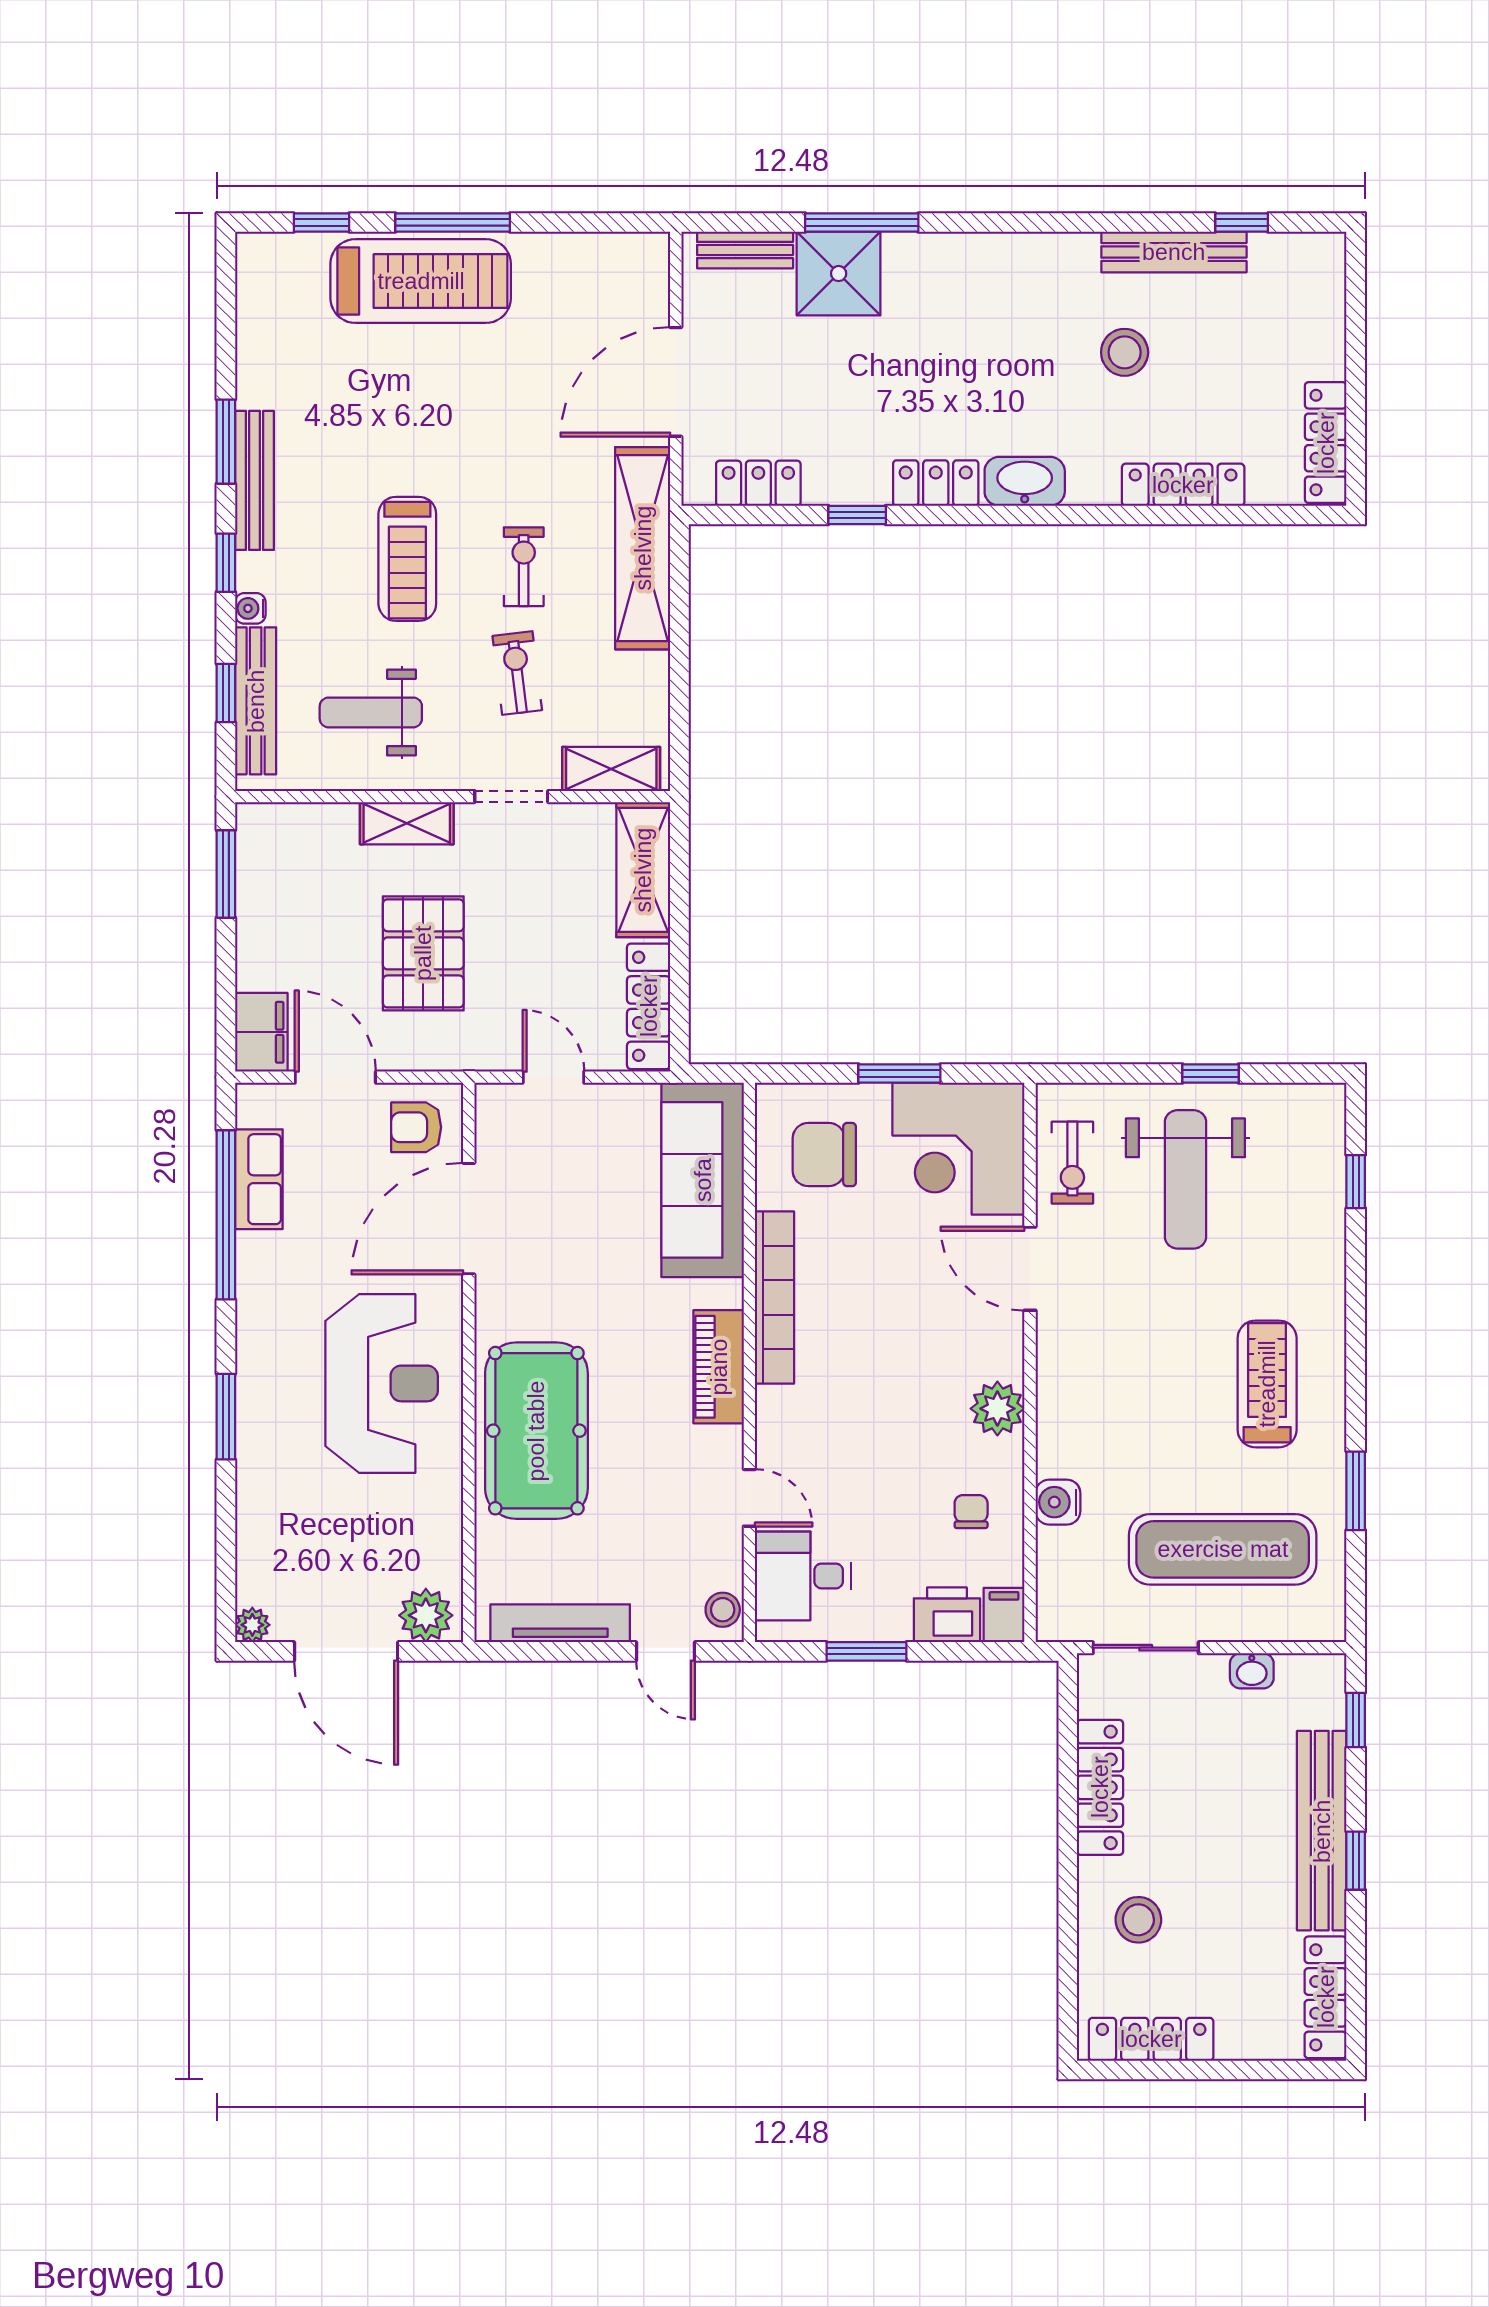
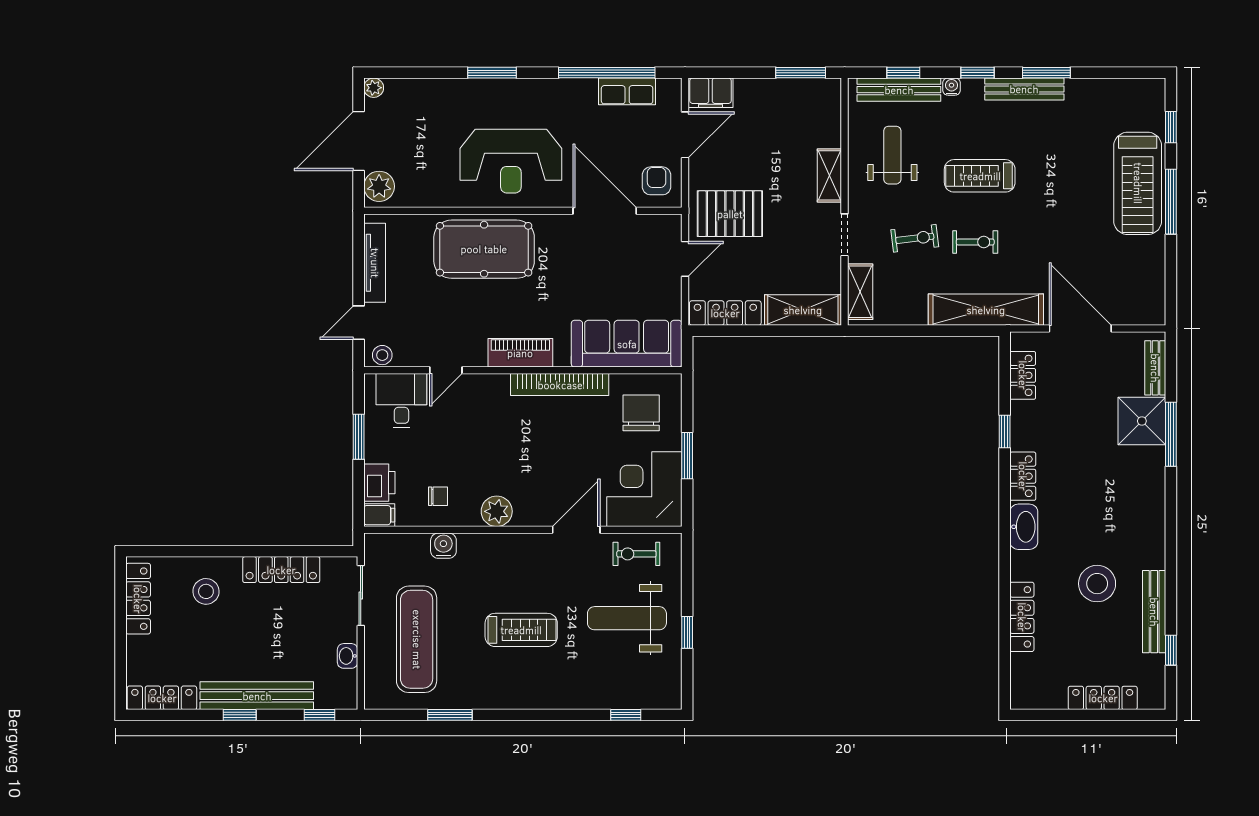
stool: (1125, 352) -> (1097, 584), width x1.38, depth x1.38
locker: (1326, 443) -> (1103, 698), moved
pallet: (423, 953) -> (730, 214), moved
treadmill: (1267, 1384) -> (521, 630), moved

